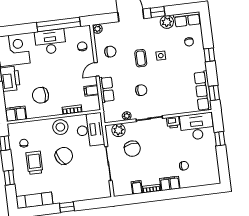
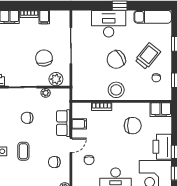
chair: (82, 46) -> (89, 160), moved
desk: (90, 130) -> (109, 24), moved, turned 90
trolley: (34, 163) -> (148, 56), turned -141

